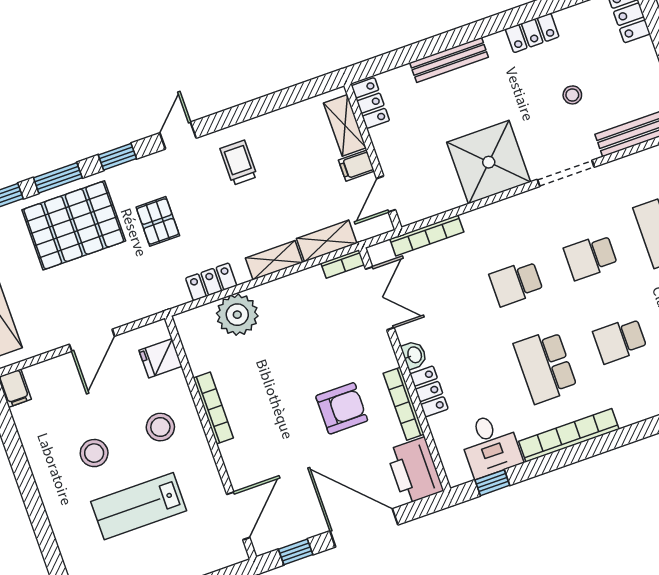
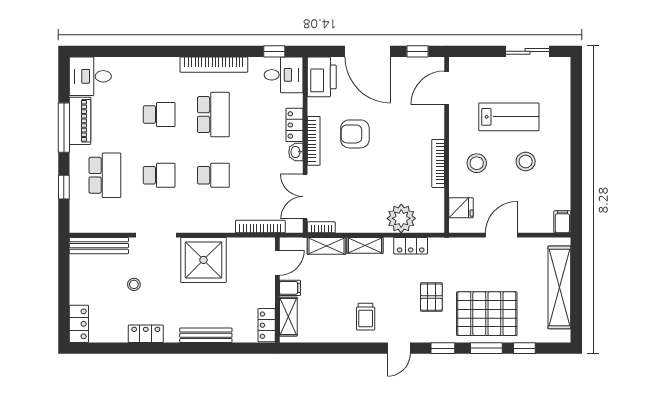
bookcase: (404, 404) -> (314, 141), moved
desk: (490, 445) -> (284, 75), moved, turned 90

